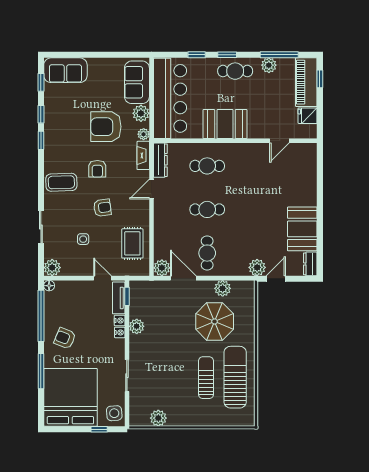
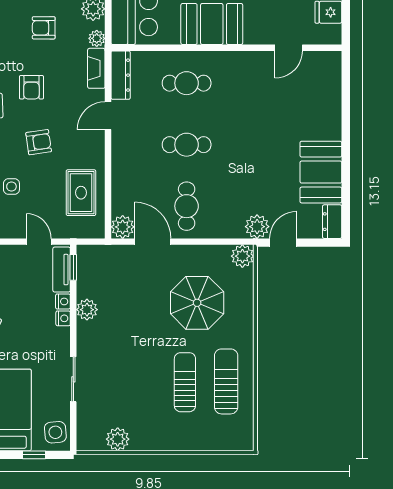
armchair: (106, 127) -> (44, 28), width x0.53, depth x0.53
plant: (223, 288) -> (242, 256), moved
sun lounger: (235, 377) -> (226, 381), width x0.73, depth x0.75

